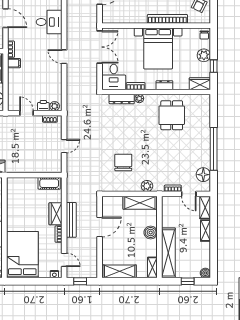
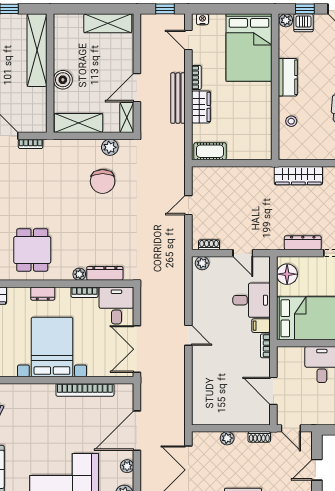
bookcase: (167, 19) -> (85, 390), moved
desk: (49, 22) -> (252, 300), moved, turned 180
printer: (43, 106) -> (219, 264), removed
plant: (147, 186) -> (110, 147), moved
shelving: (152, 268) -> (127, 117), moved

